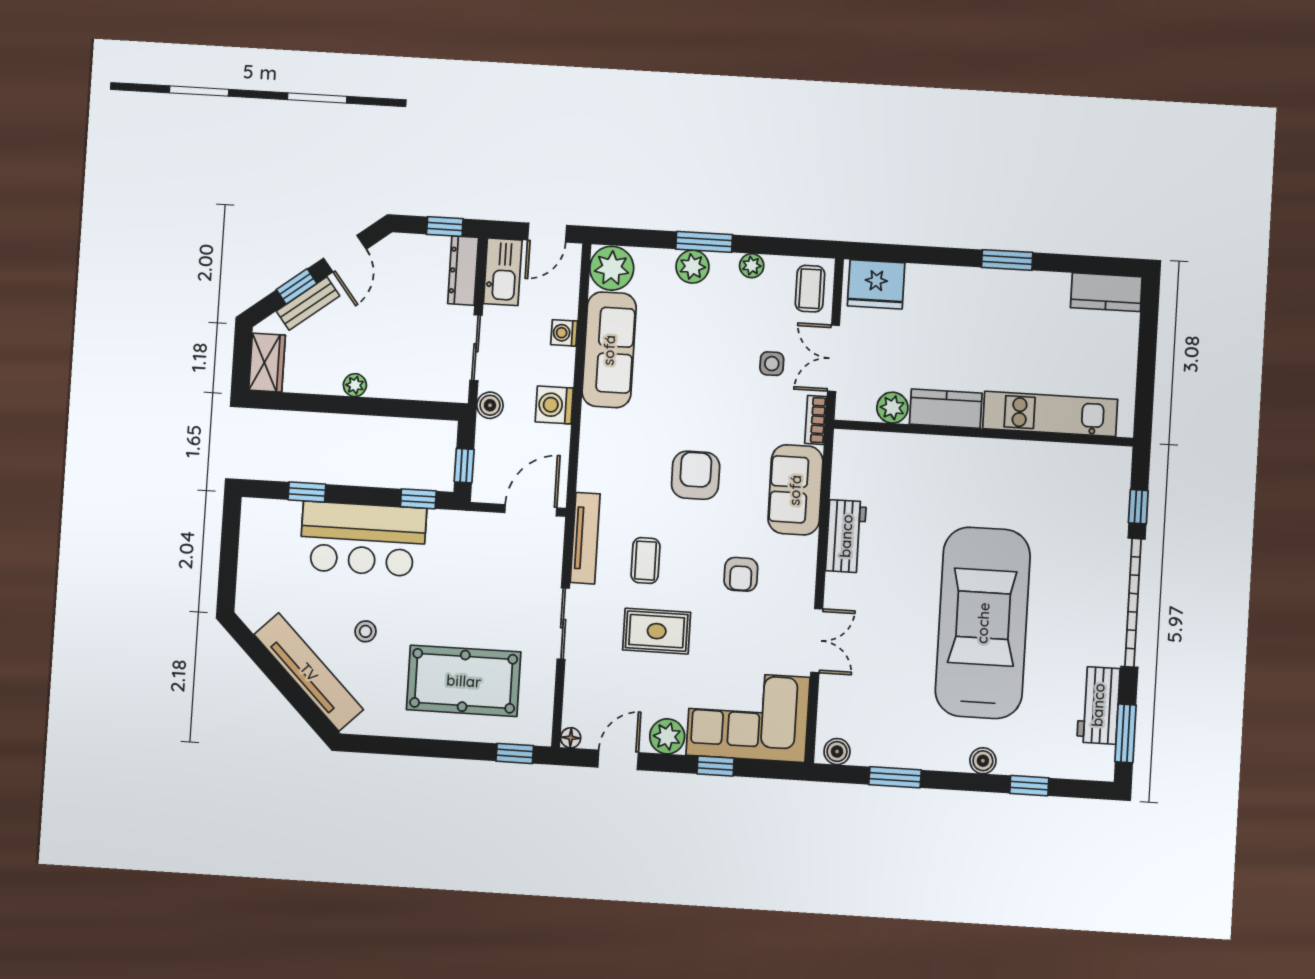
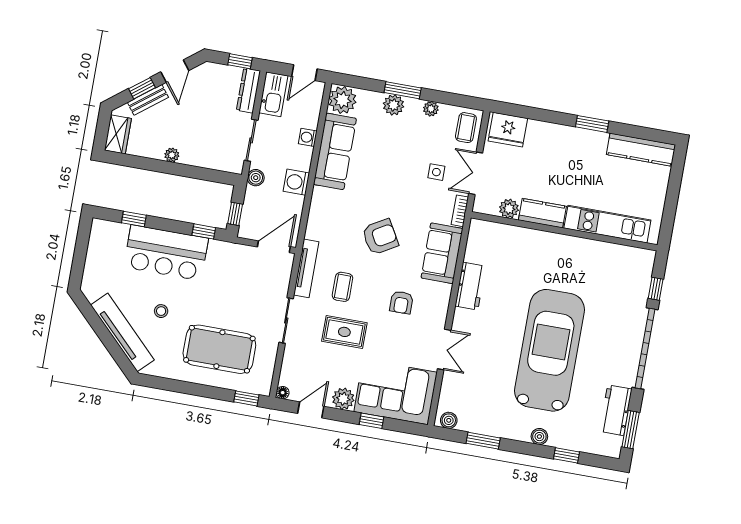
kitchen counter: (1106, 292) -> (641, 150), width x1.50
armchair: (696, 475) -> (380, 237), turned 60

